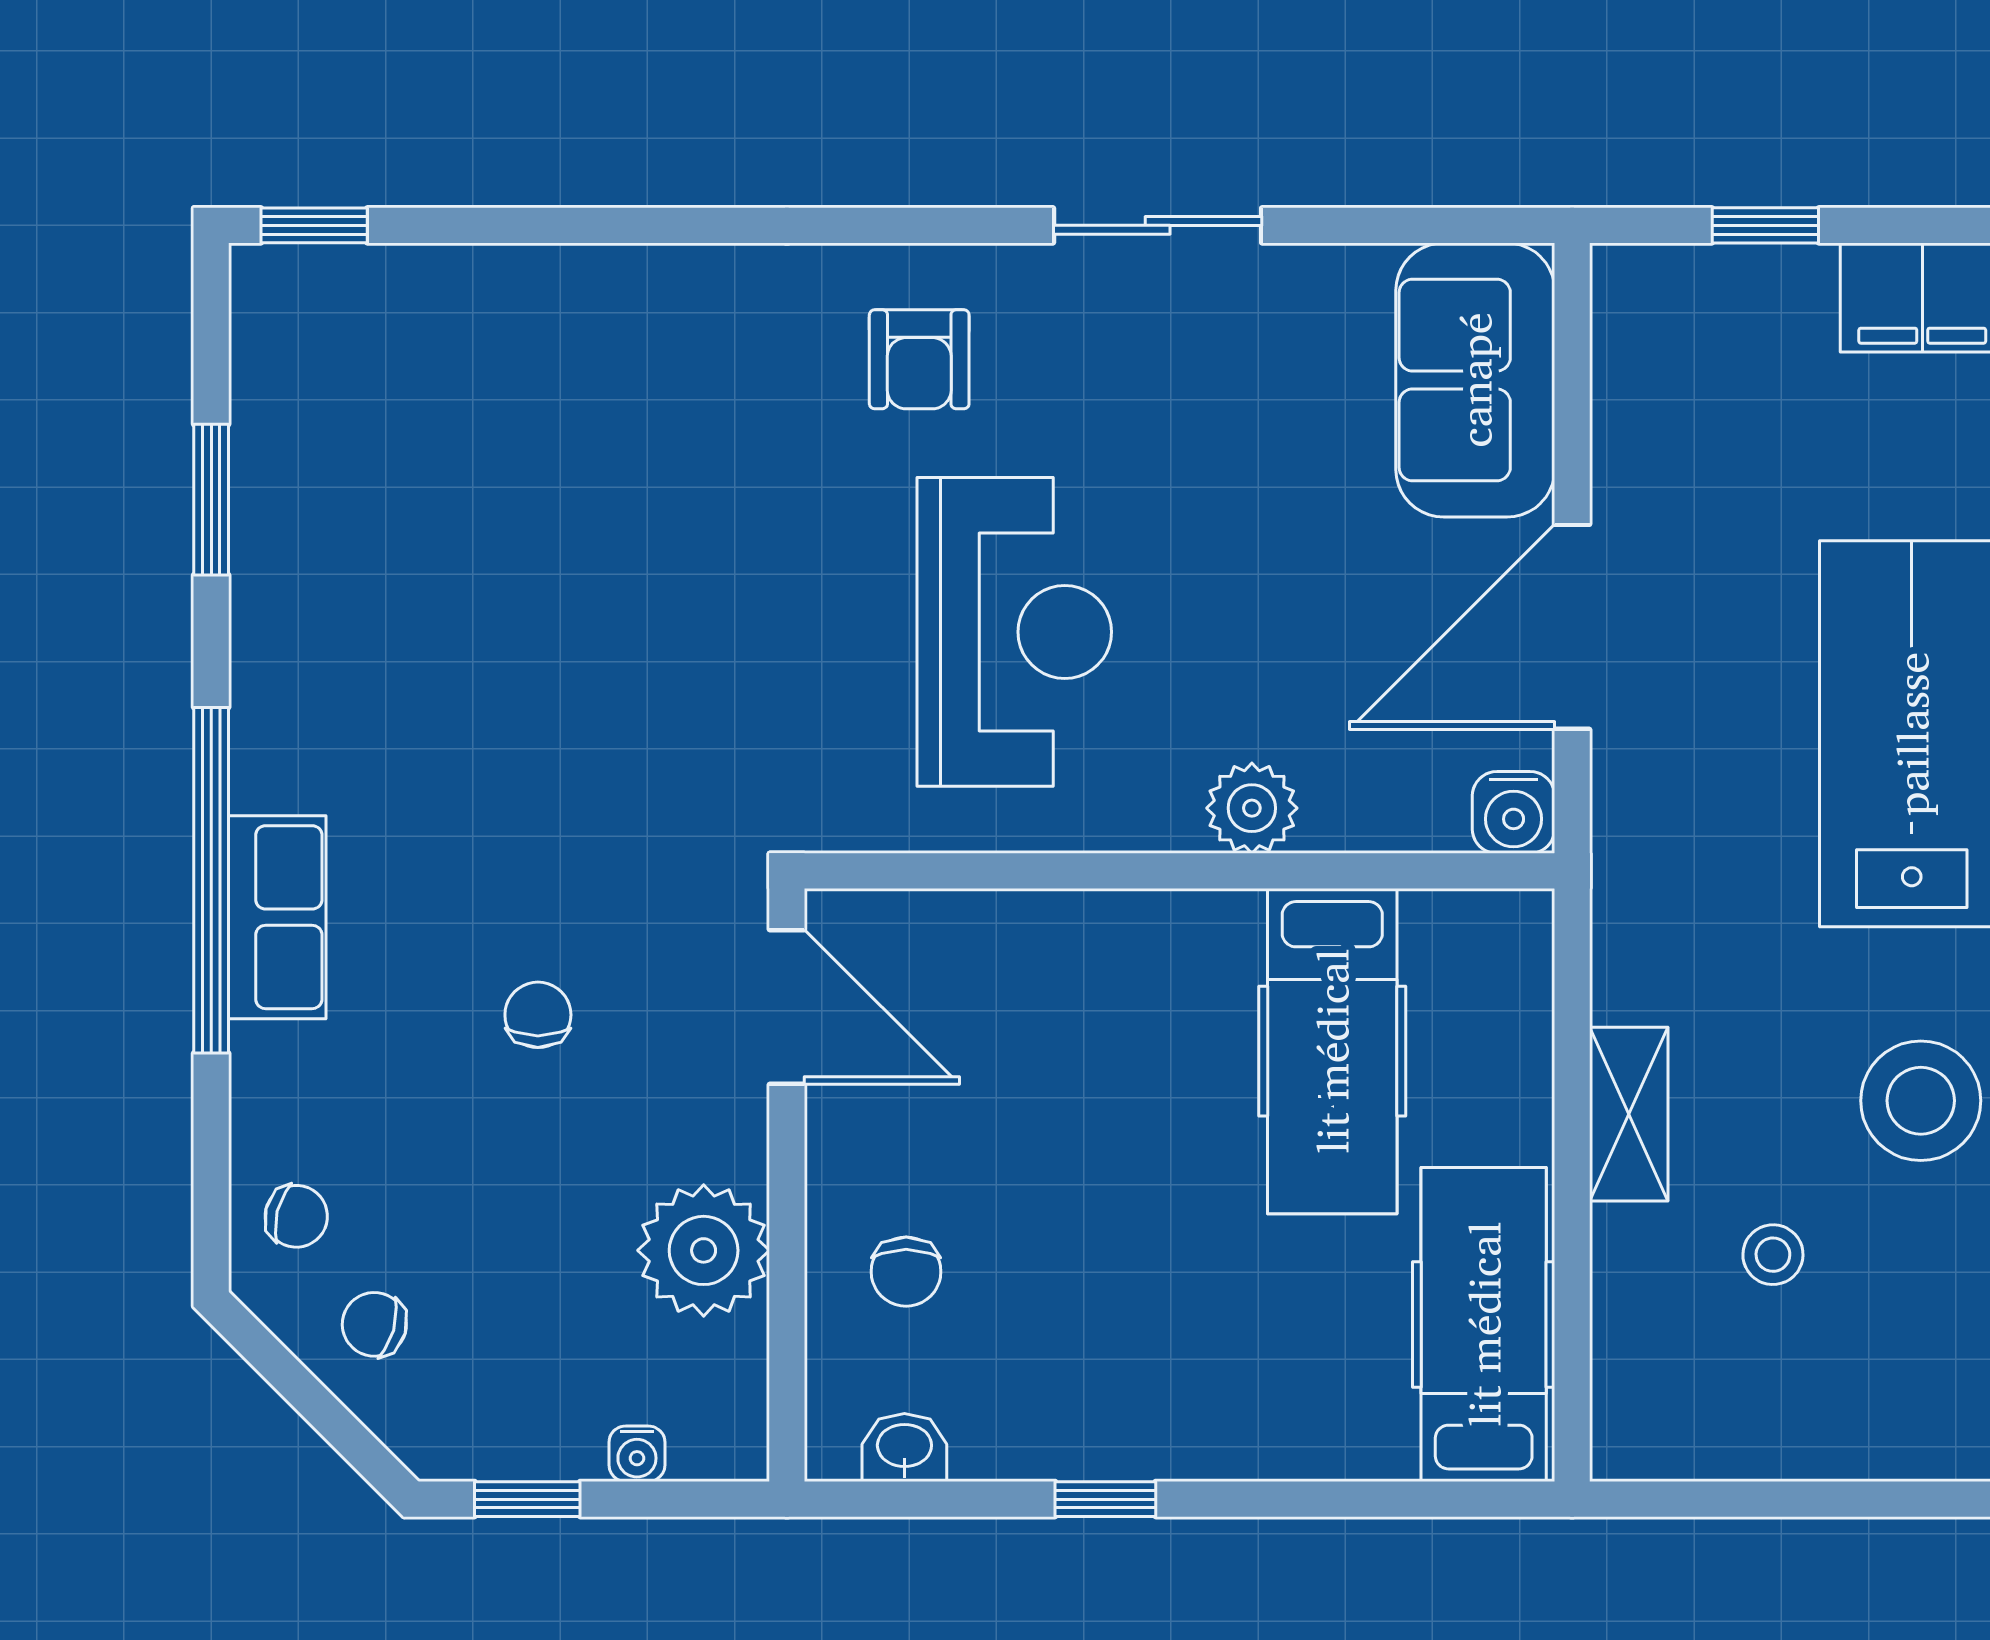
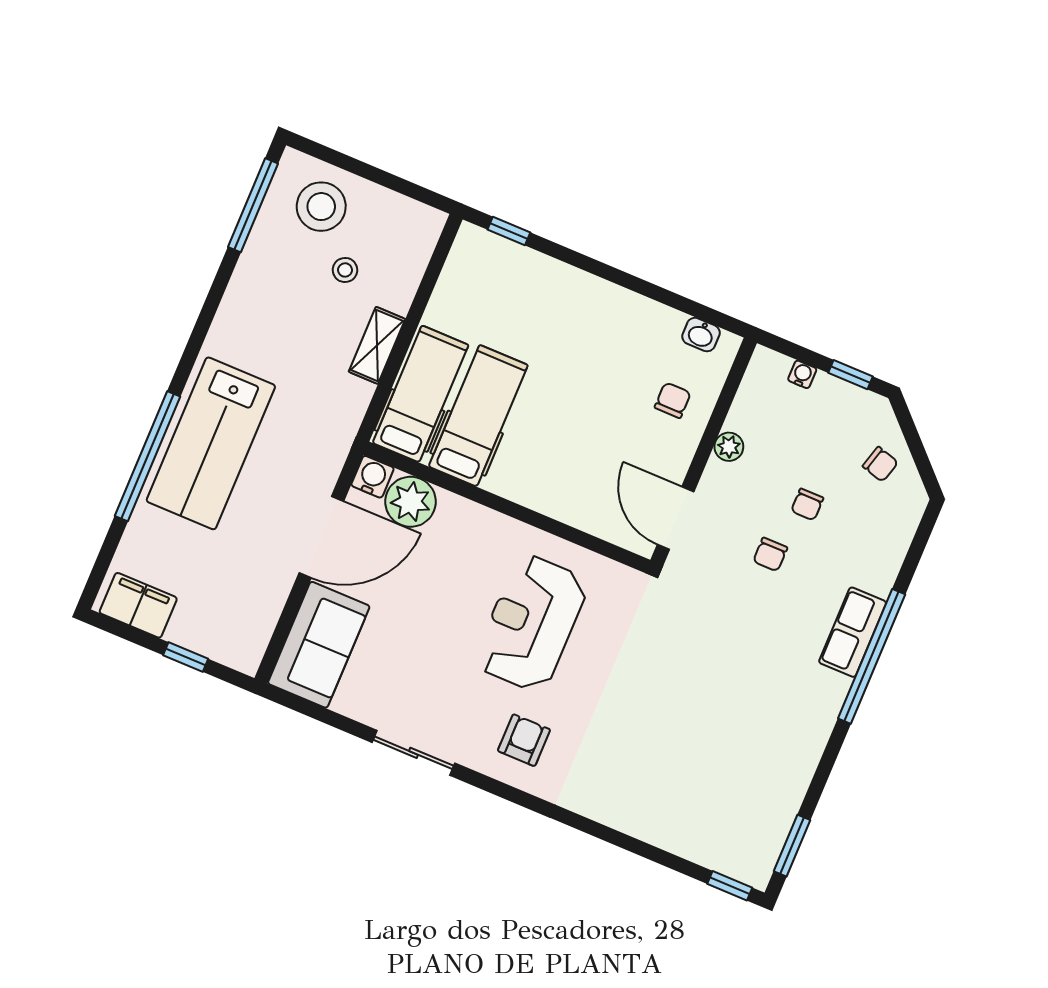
window: (211, 500) -> (792, 846), moved
plant: (1252, 808) -> (411, 502), moved, width x1.36, depth x1.36
stool: (1921, 1101) -> (321, 207), moved
chair: (296, 1216) -> (807, 504), moved, turned -104
plant: (704, 1250) -> (729, 447), width x0.53, depth x0.53
hospital bed: (1484, 1324) -> (421, 394), moved, turned 180
window: (1105, 1499) -> (509, 231), moved

